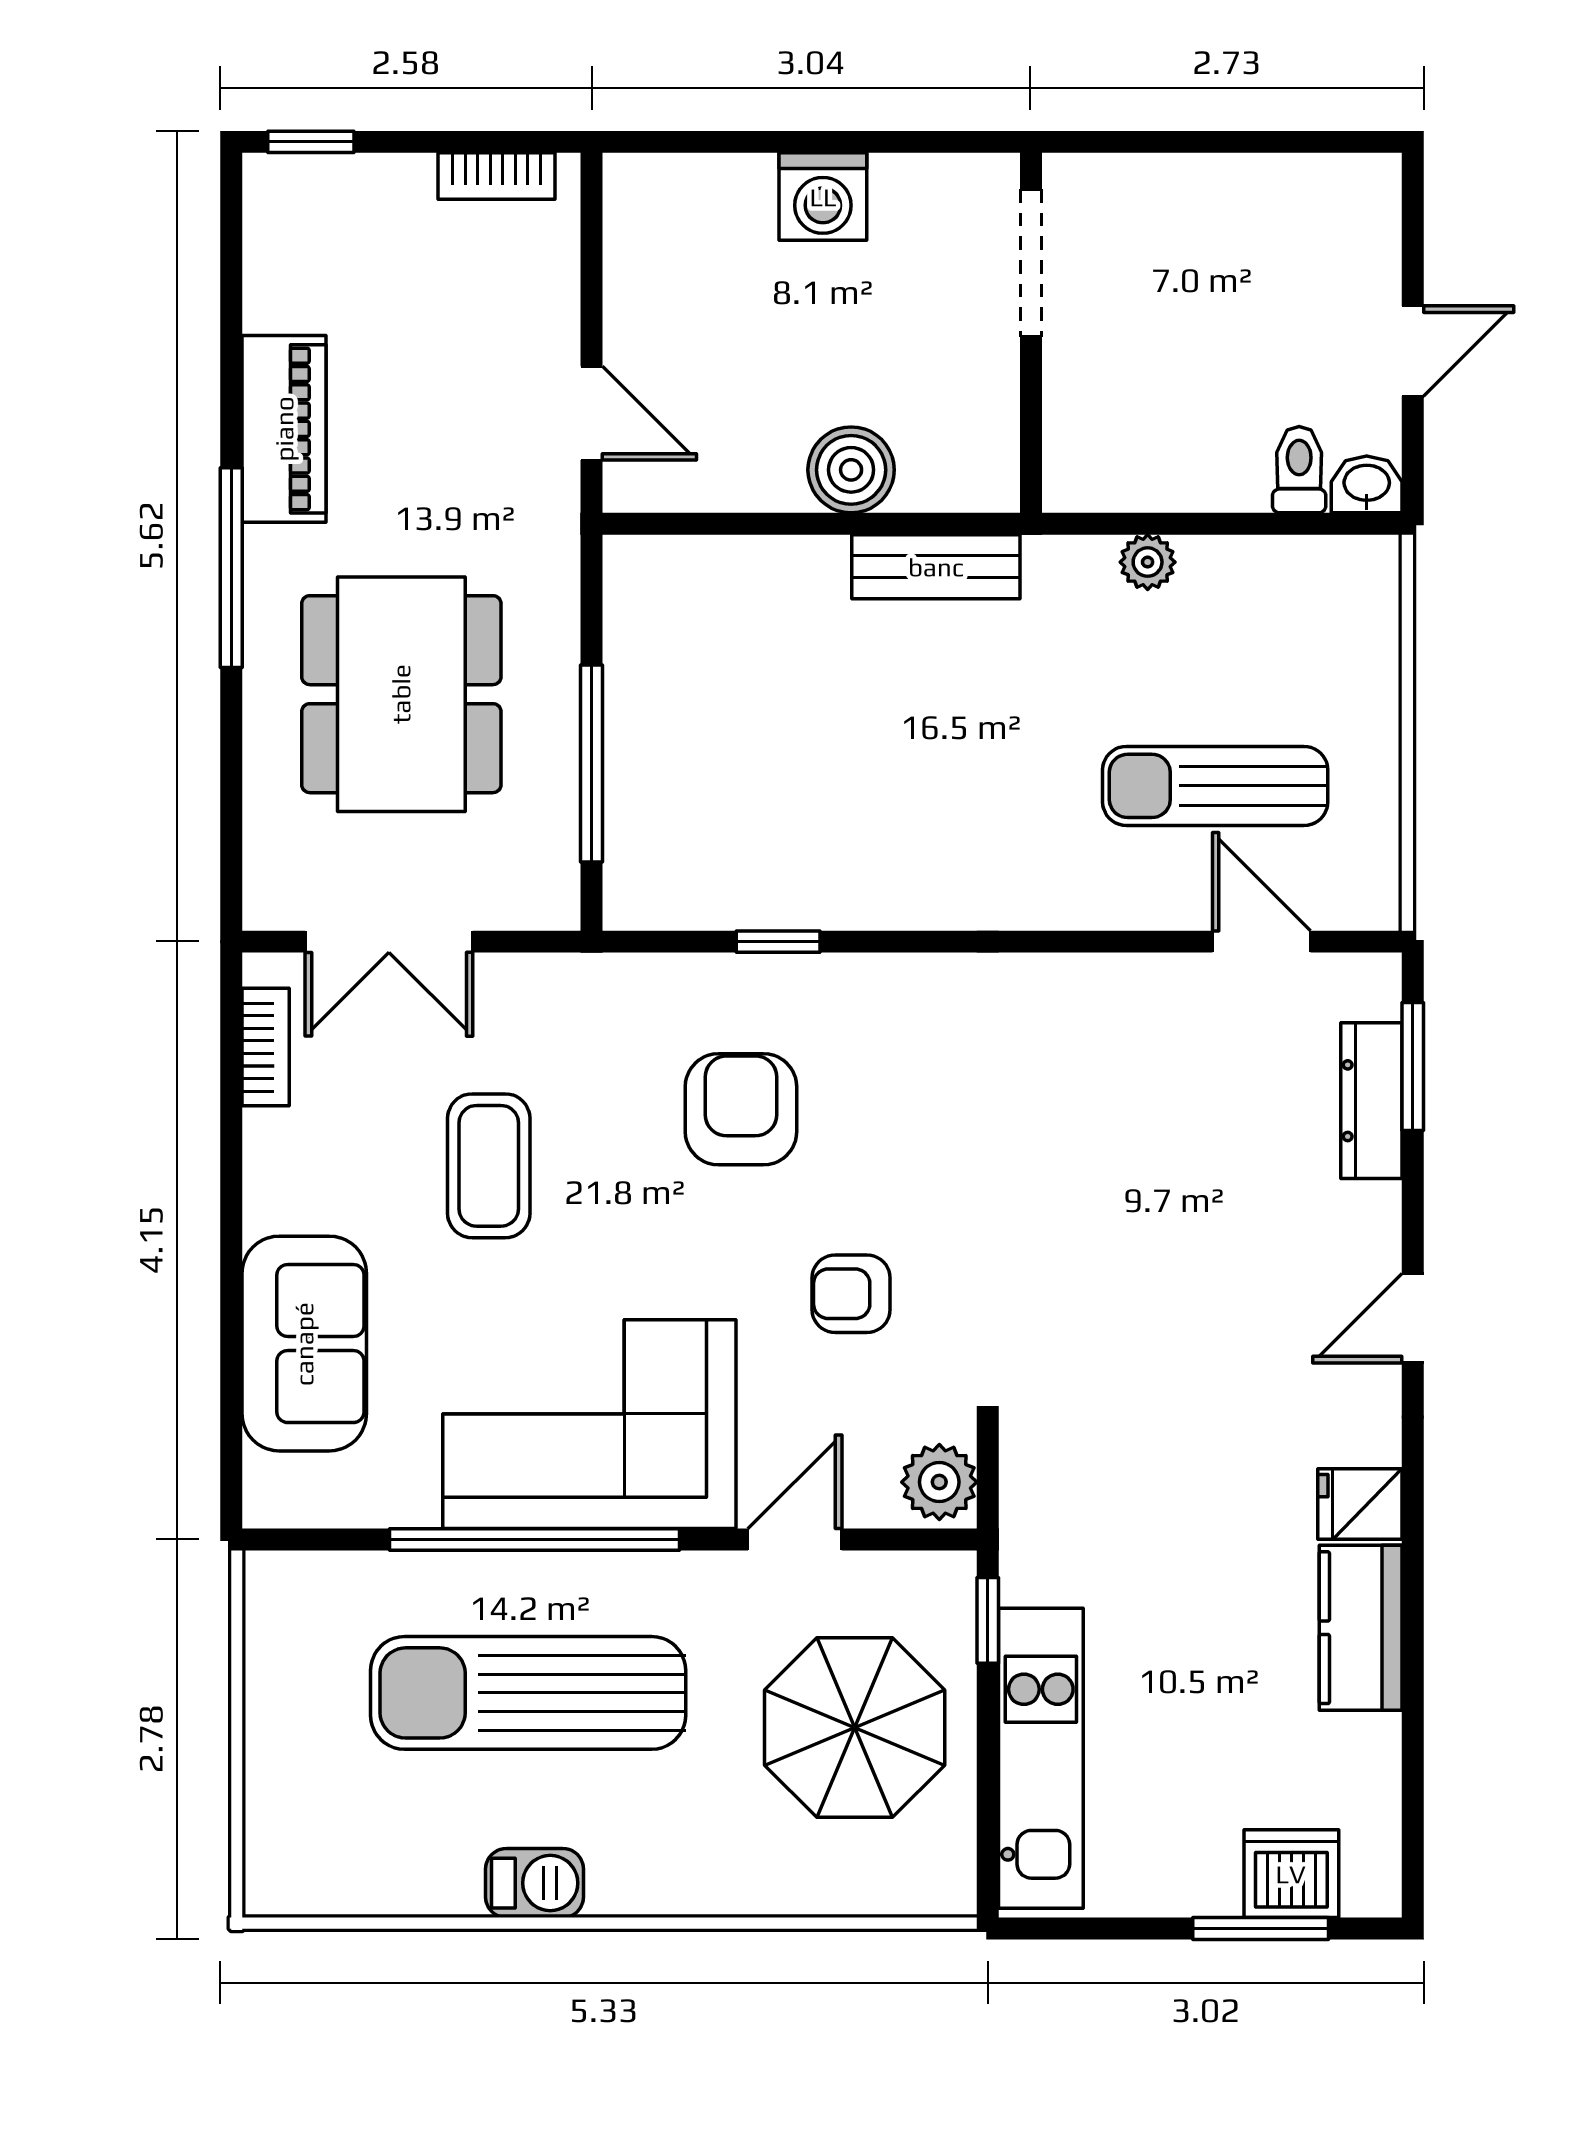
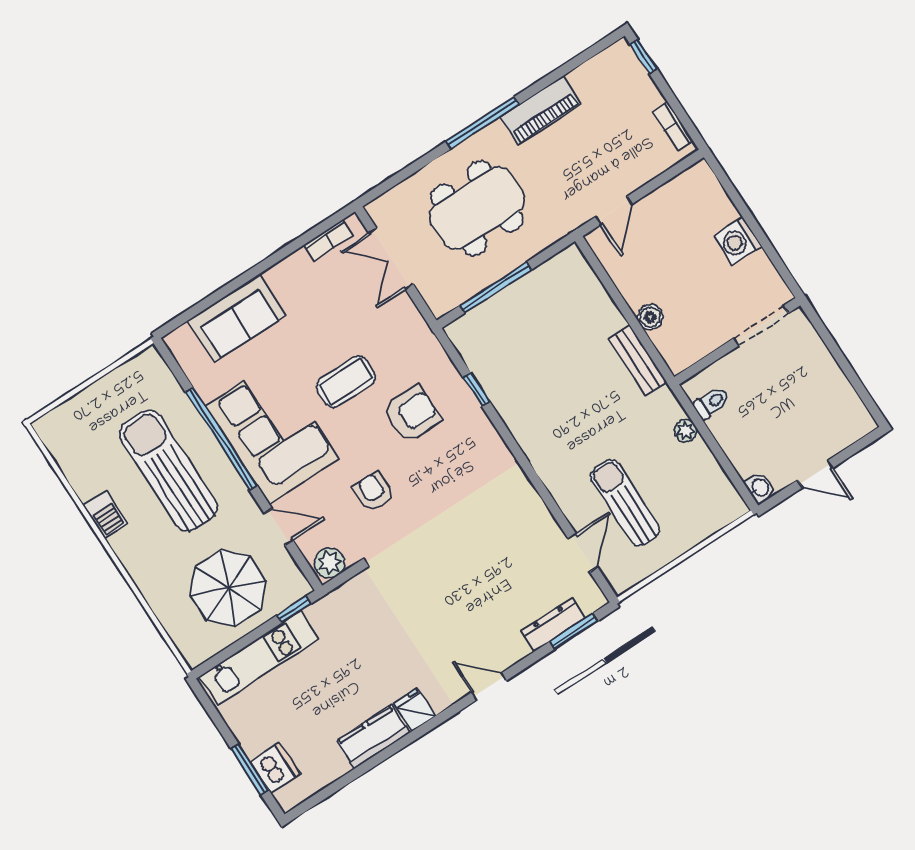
boiler: (851, 470) -> (650, 317), width x0.73, depth x0.73
toilet: (1299, 470) -> (712, 403), moved
coffee table: (489, 1166) -> (346, 382), moved

